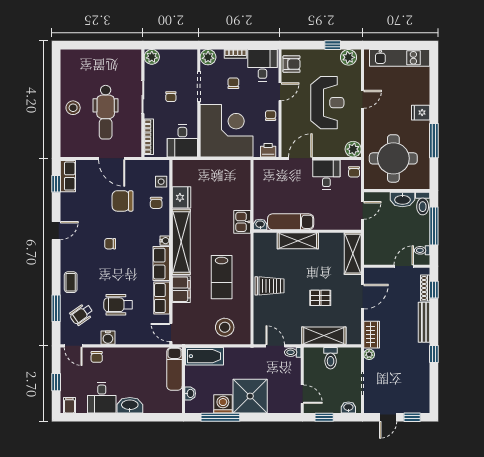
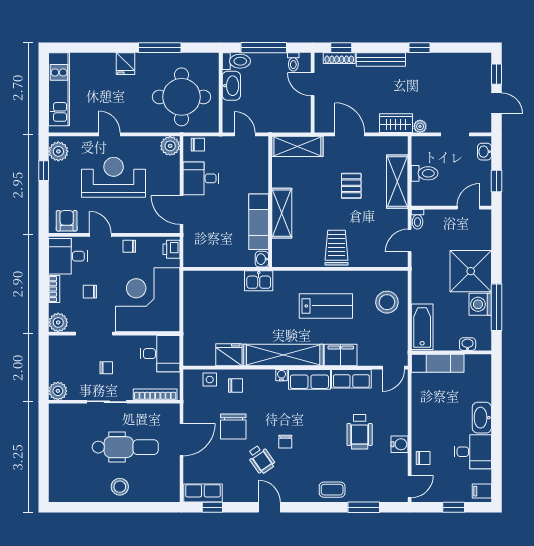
wheelchair: (81, 314) -> (261, 459), moved

